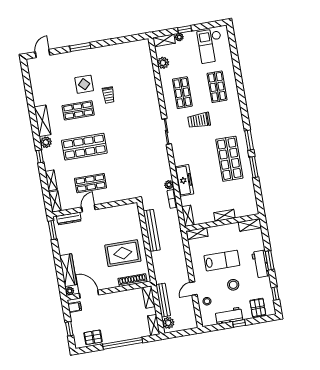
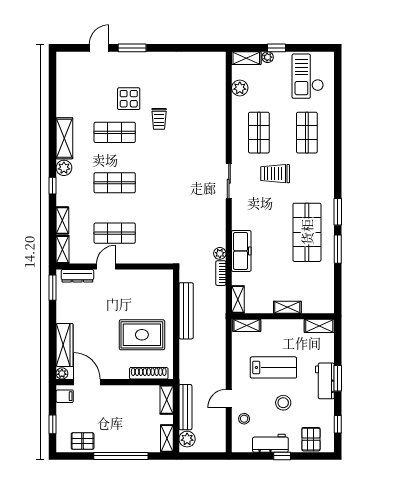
door: (43, 54) -> (99, 48), moved
shop shelf: (84, 147) -> (115, 183), width x0.70, depth x0.74

